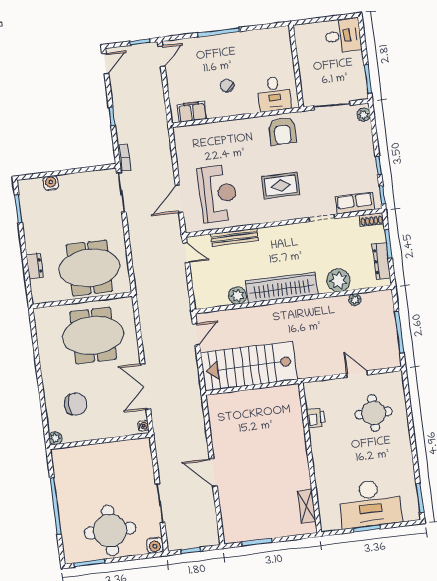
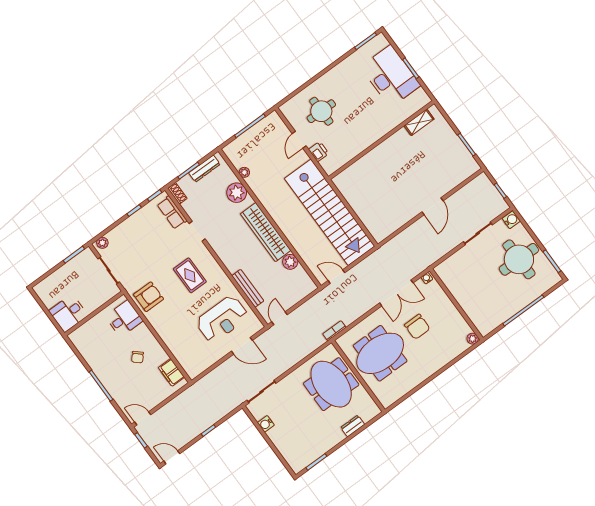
desk: (343, 36) -> (68, 313), moved, turned -90
bookcase: (124, 158) -> (334, 331), moved
water cooler: (51, 183) -> (266, 424), moved
reception desk: (218, 194) -> (222, 319), turned 180
meeting table: (93, 335) -> (380, 353), turned 90
stairs: (249, 366) -> (330, 212), width x1.36
chair: (76, 404) -> (417, 327), moved, turned 180
printer: (315, 418) -> (319, 152), moved, turned 90

